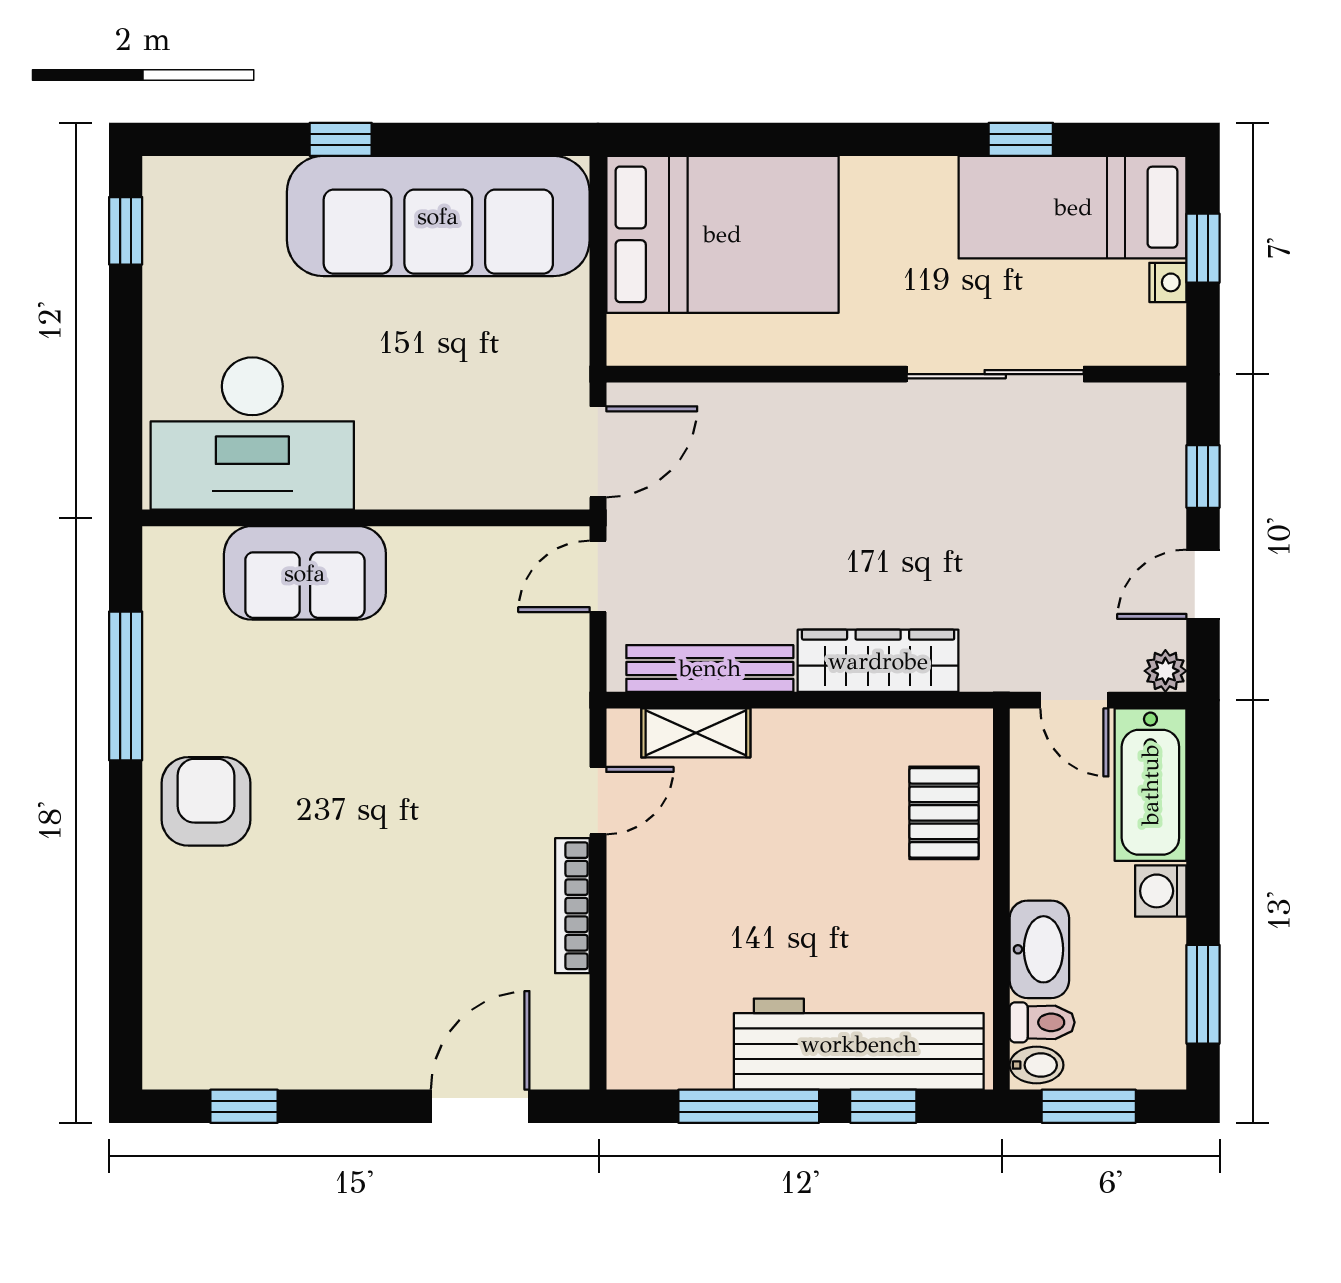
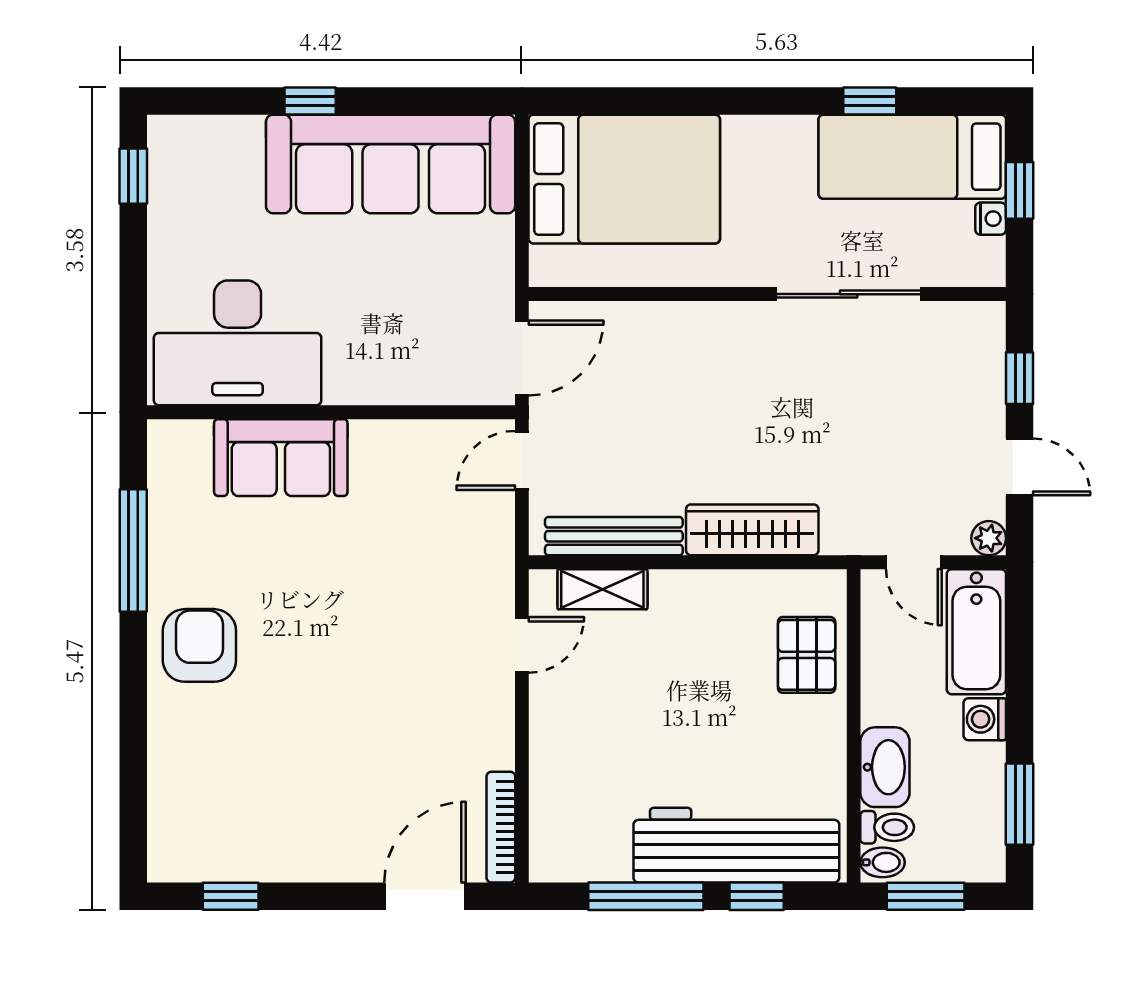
door: (1203, 584) -> (1020, 467), swing flipped
bookcase: (572, 906) -> (501, 827), moved

